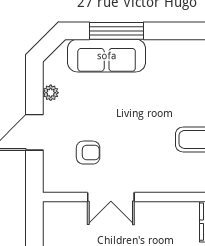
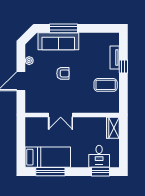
armchair: (88, 153) -> (63, 73), moved

